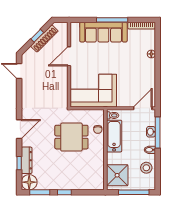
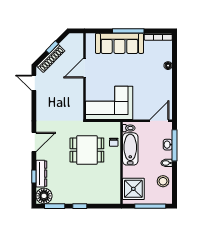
shoe rack: (44, 38) -> (51, 58), moved

